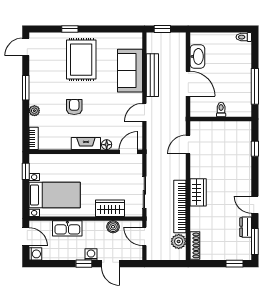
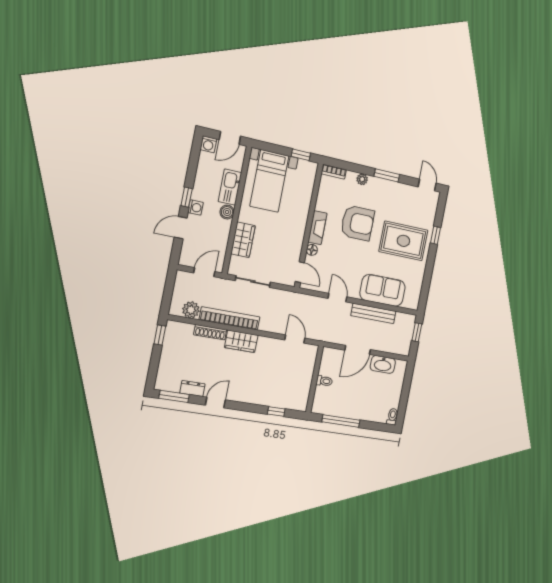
armchair: (74, 107) -> (358, 223), width x1.88, depth x1.88
boiler: (113, 227) -> (227, 212), moved
shoe rack: (195, 245) -> (210, 332), moved
window: (235, 264) -> (160, 335), moved

